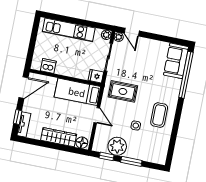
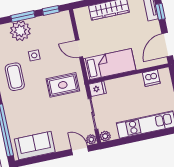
sofa: (176, 61) -> (35, 146), moved, turned -90
floor lamp: (82, 143) -> (82, 14), removed
plant: (117, 146) -> (20, 31), moved

